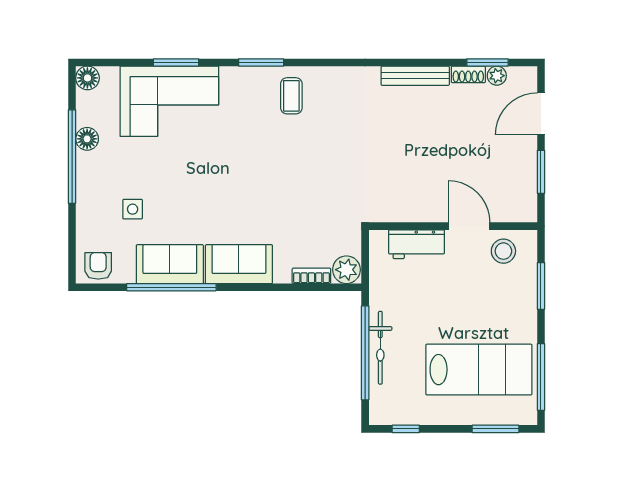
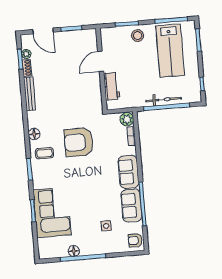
floor lamp: (87, 78) -> (34, 134), moved
armchair: (308, 168) -> (79, 142), added
stool: (503, 251) -> (138, 36), moved
lab bench: (479, 370) -> (170, 51), turned 180

